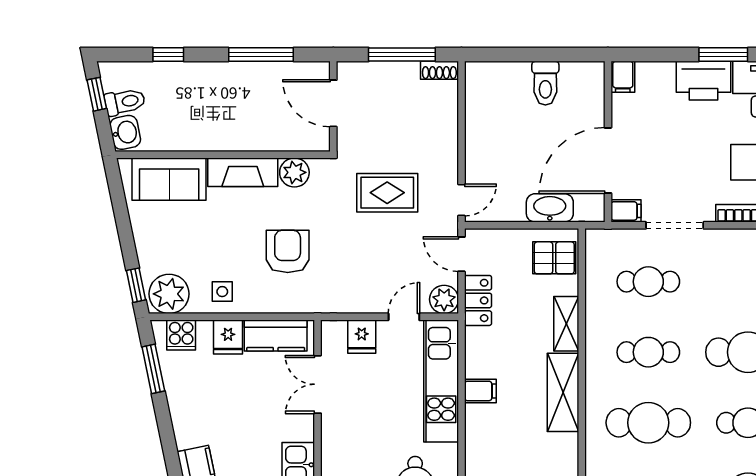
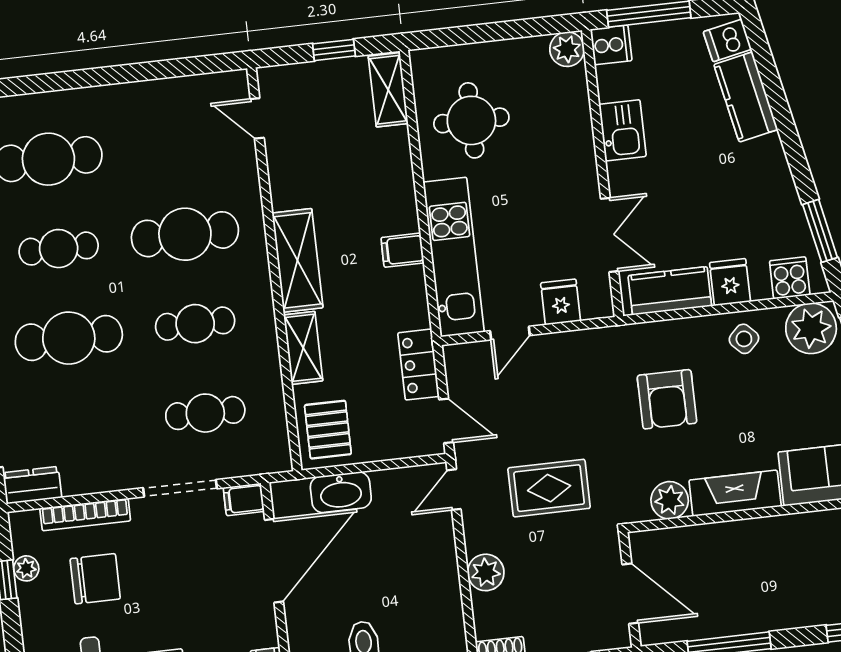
pallet: (554, 258) -> (328, 430), turned 90
side table: (222, 292) -> (744, 339), turned 45
plant: (444, 299) -> (486, 572), moved

